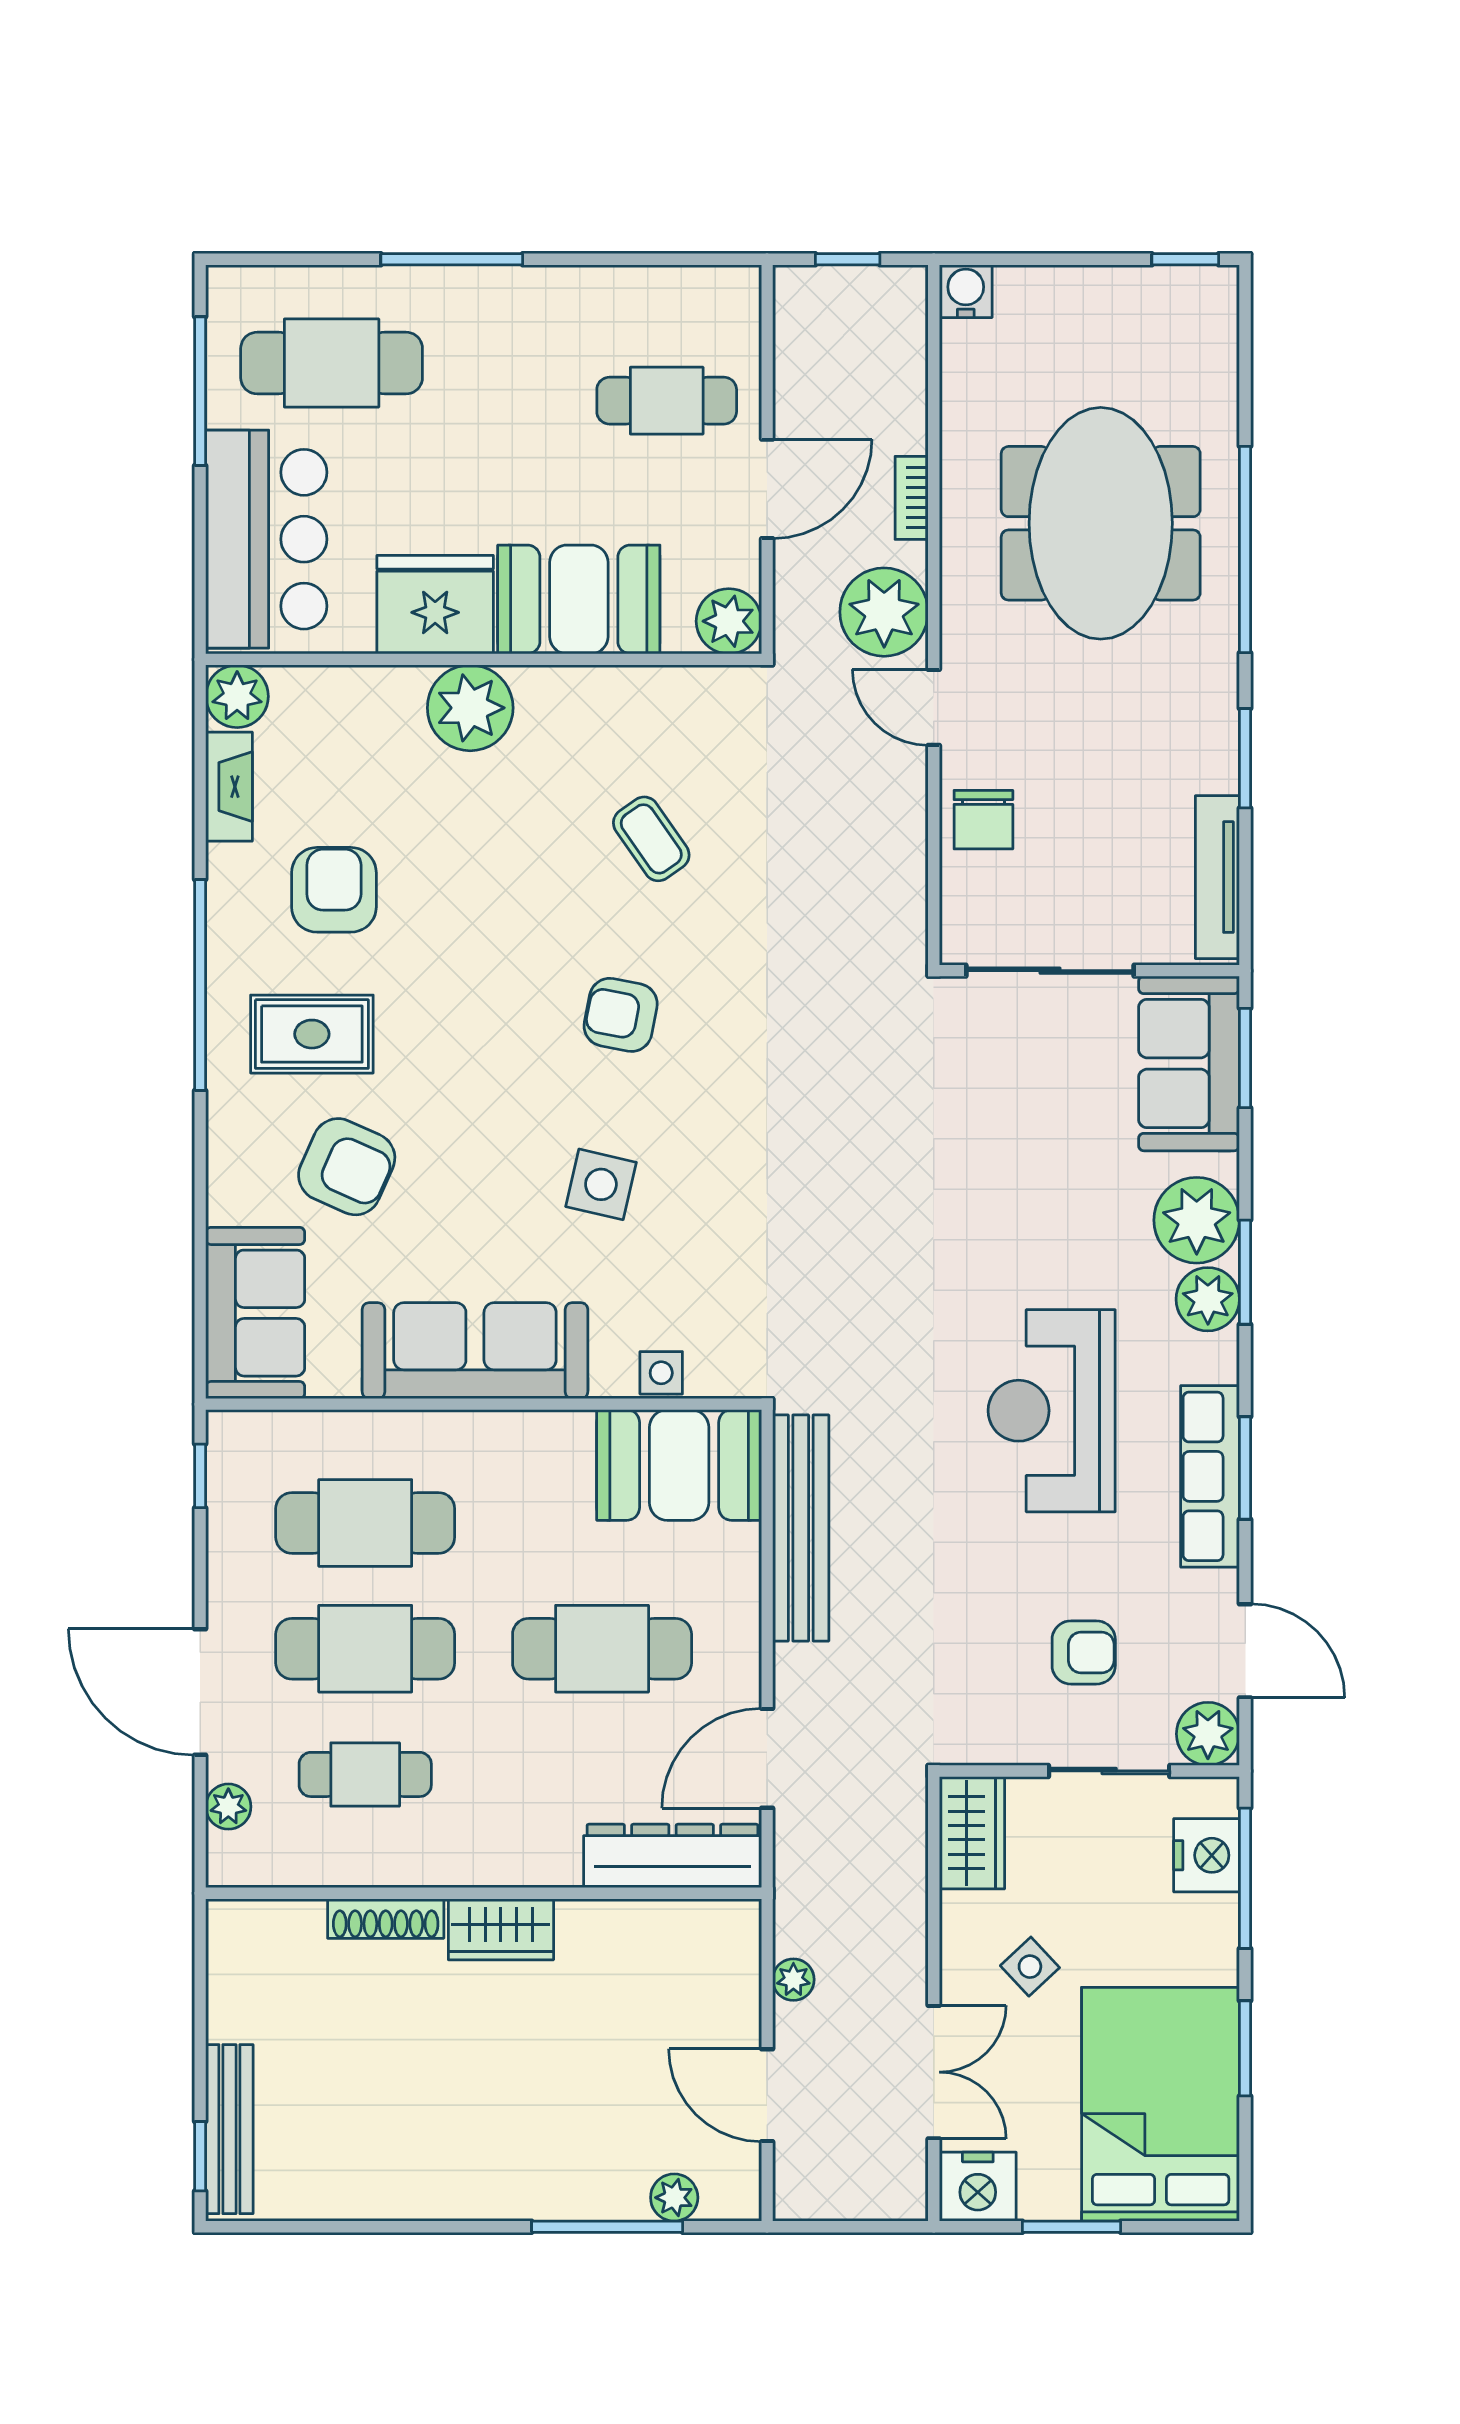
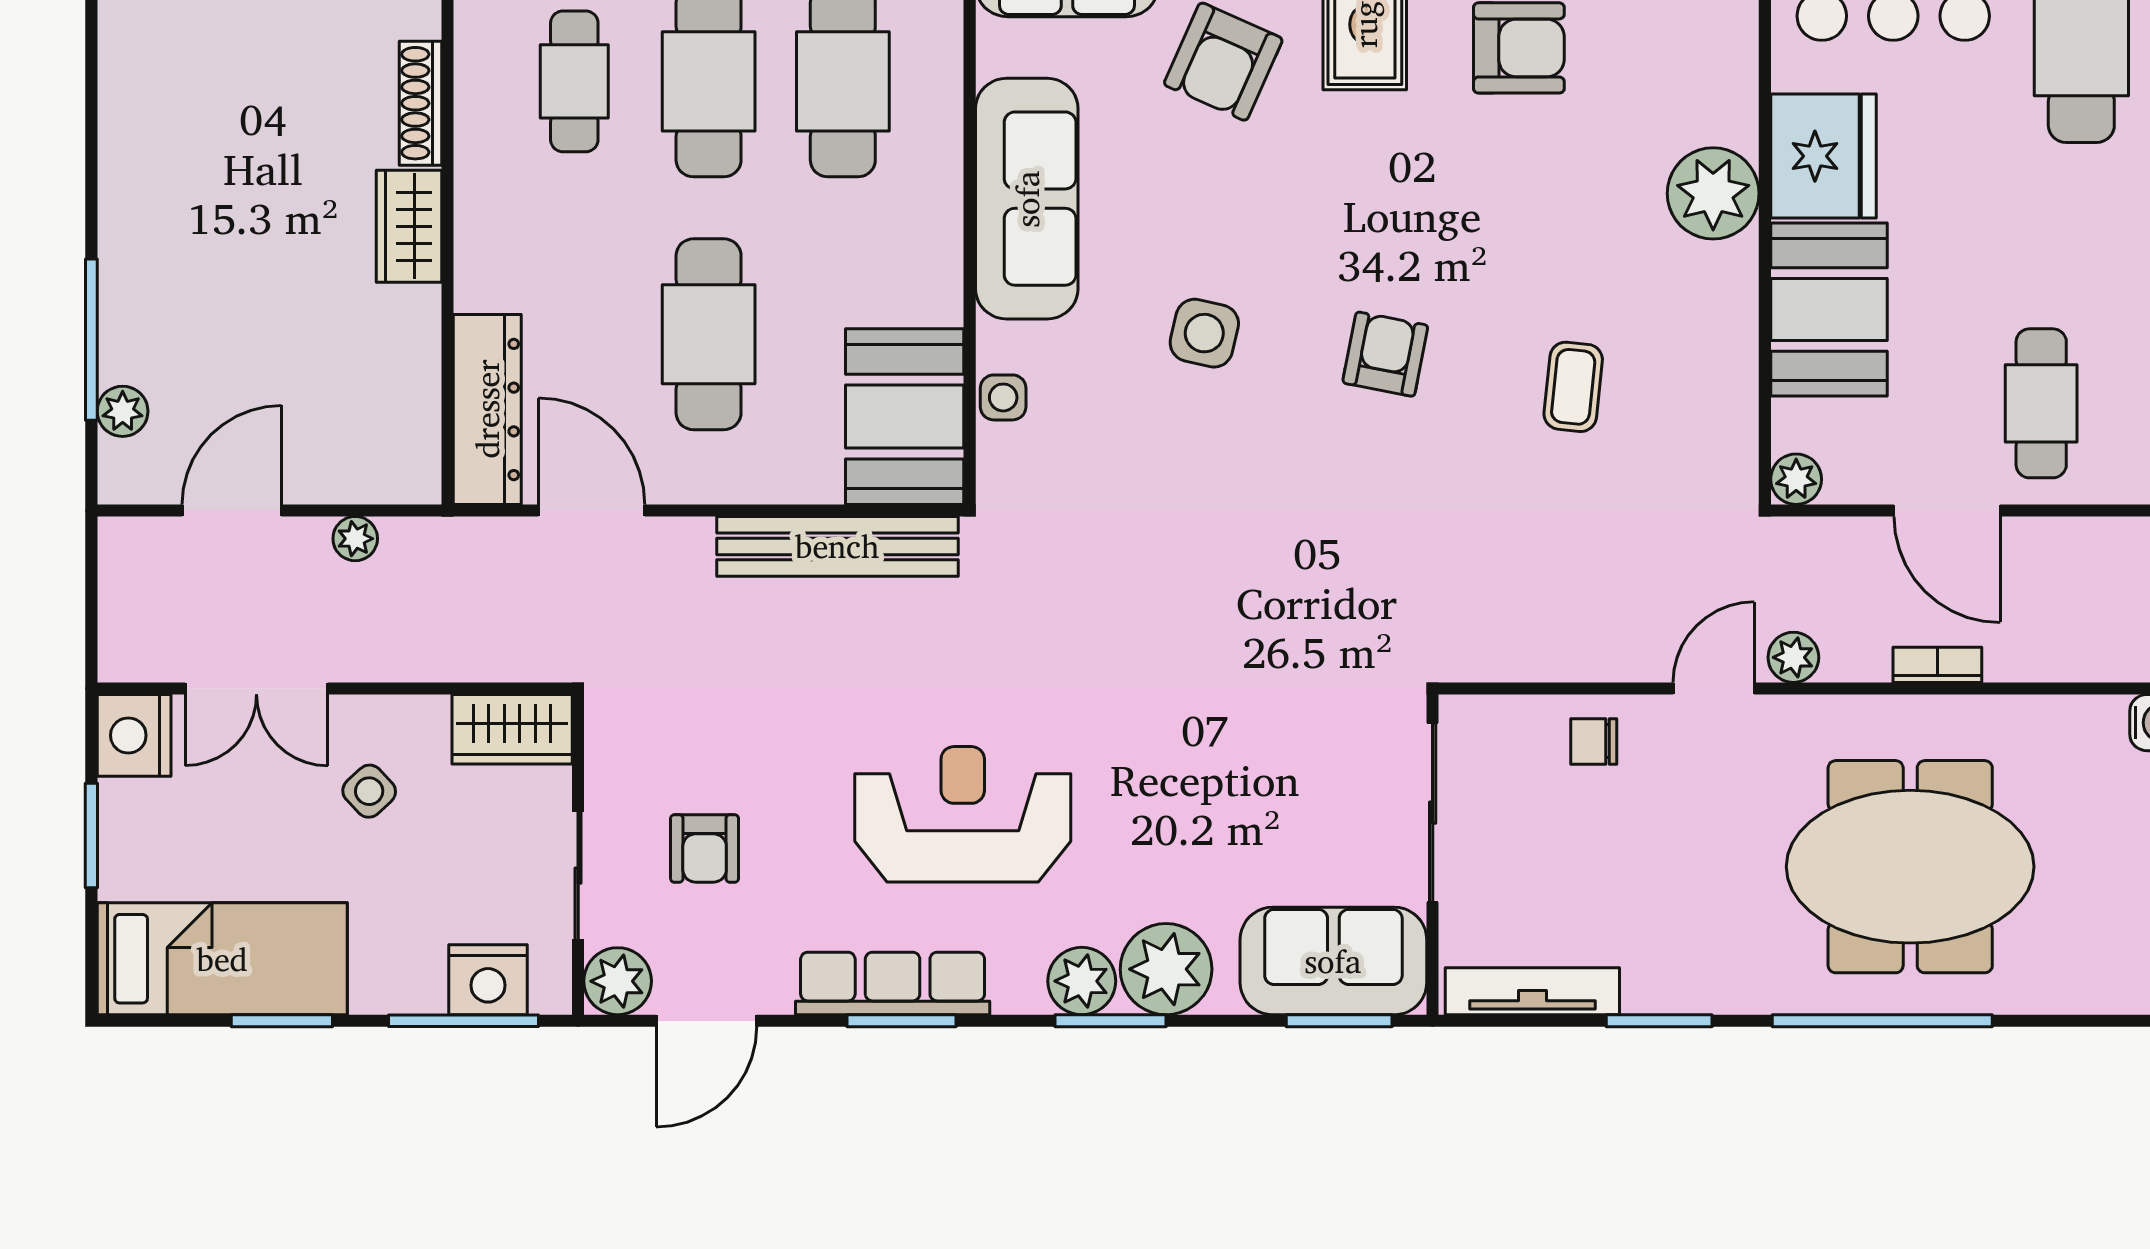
plant: (884, 612) -> (1793, 657), width x0.53, depth x0.53
plant: (729, 621) -> (1796, 479), width x0.73, depth x0.73
chair: (983, 820) -> (1594, 741), width x0.73, depth x0.73
coffee table: (651, 839) -> (1573, 387), turned -49
bed: (1161, 2104) -> (222, 959), width x0.67

